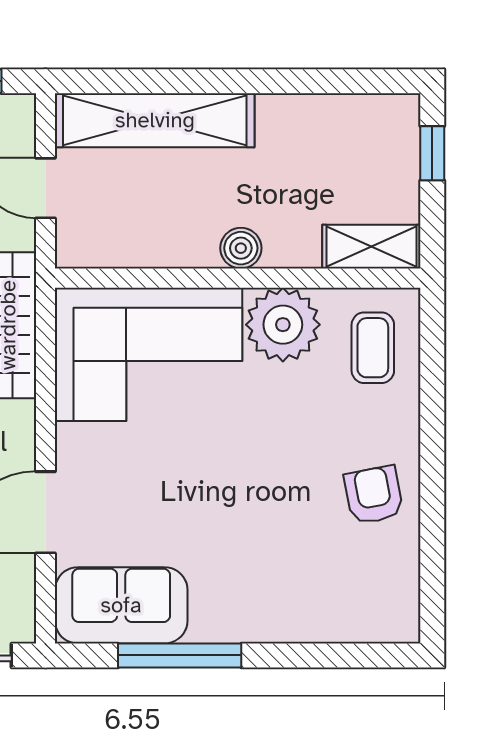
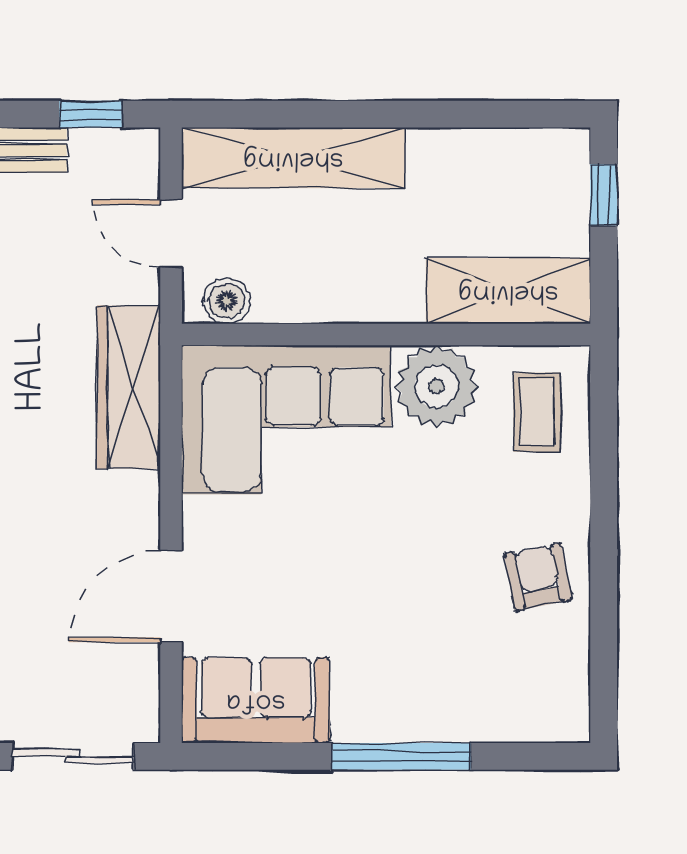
shelving: (371, 247) -> (508, 291), width x1.50, depth x1.33
boiler: (241, 248) -> (227, 301), moved
window: (180, 655) -> (401, 756), moved

